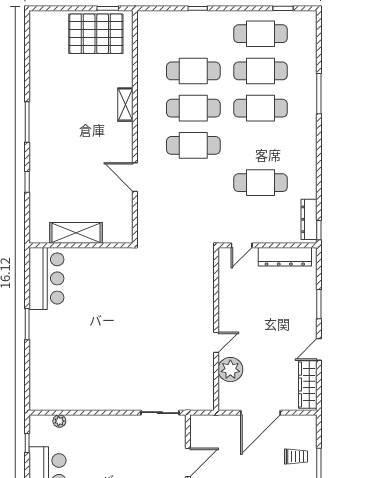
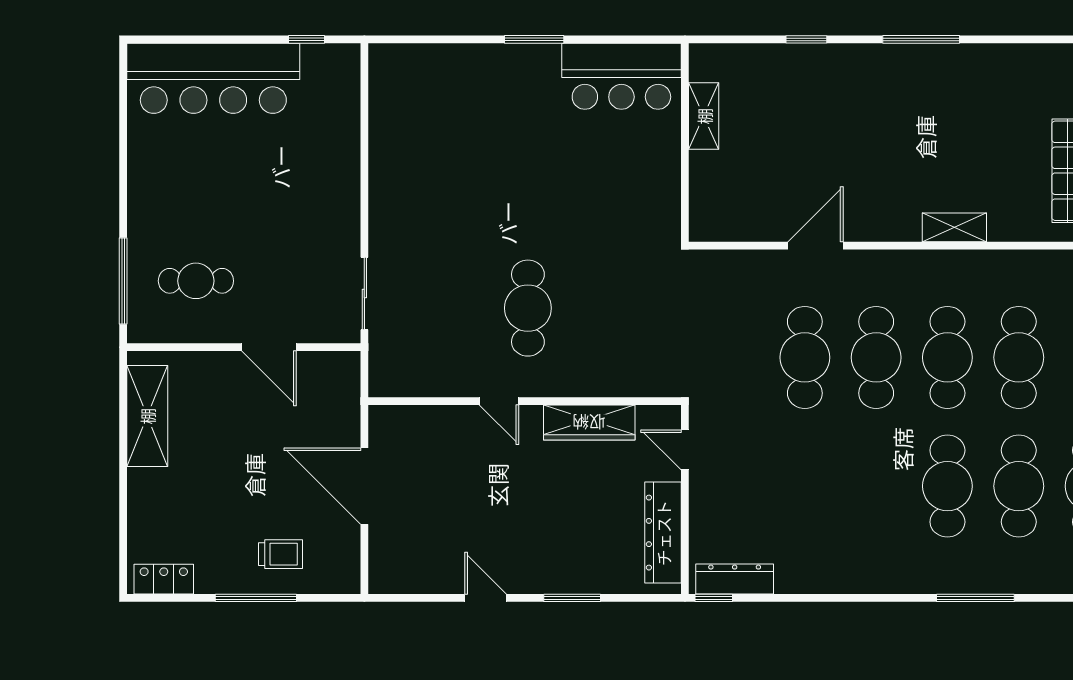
cafe table: (261, 183) -> (805, 357), moved
shelving: (76, 233) -> (704, 116), width x0.67, depth x0.75
cafe table: (168, 327) -> (528, 308), added
plant: (230, 370) -> (447, 428), removed
wardrobe: (308, 384) -> (589, 423), moved, turned 180
plant: (59, 421) -> (348, 101), removed
trolley: (296, 456) -> (281, 554), turned -90

